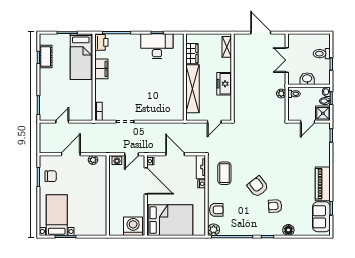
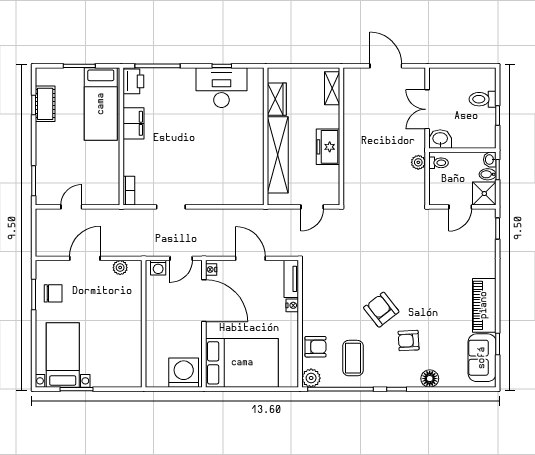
washbasin: (307, 79) -> (440, 139), moved
coffee table: (224, 173) -> (353, 358), moved

